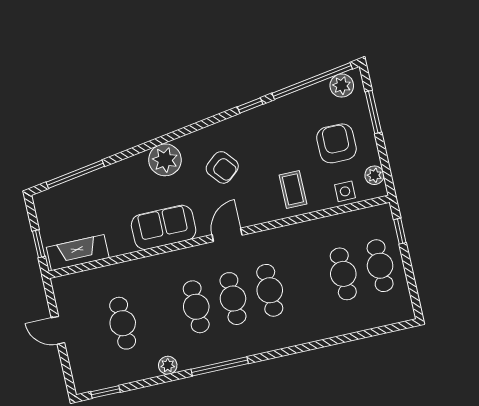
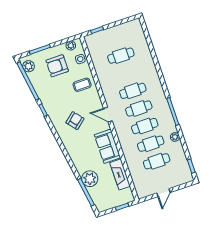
plant: (165, 160) -> (90, 179), moved
fireplace: (78, 253) -> (120, 174), moved
cafe table: (380, 266) -> (151, 144), moved

